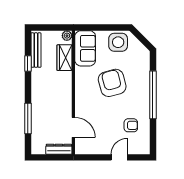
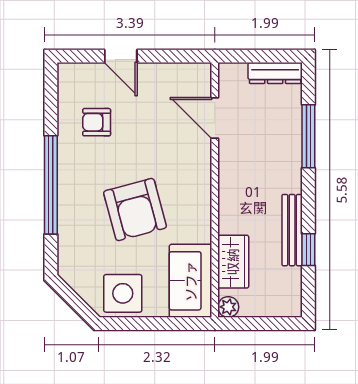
bench: (36, 50) -> (292, 230), moved
dresser: (59, 149) -> (275, 73), moved
door: (119, 157) -> (121, 56), hinge flipped

